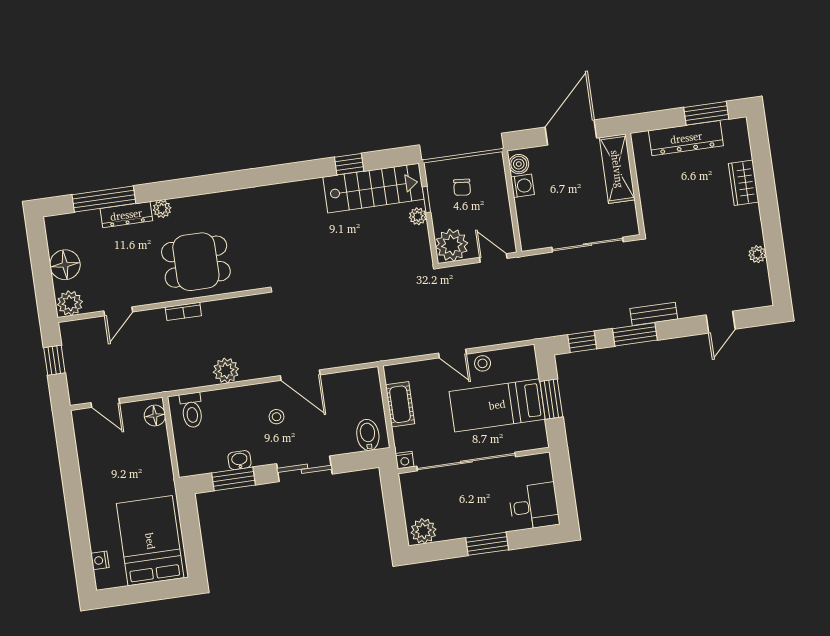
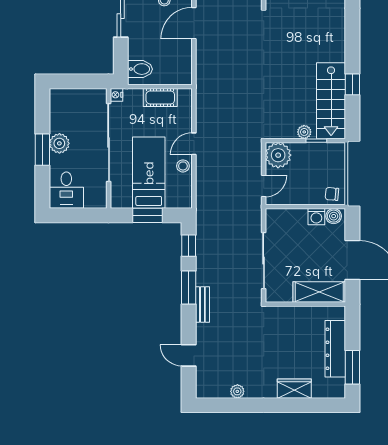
chair: (462, 187) -> (332, 194), moved
plant: (423, 531) -> (59, 143), moved

